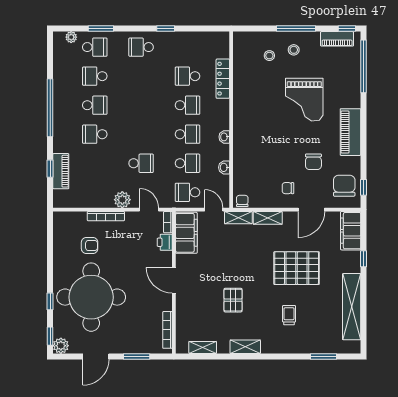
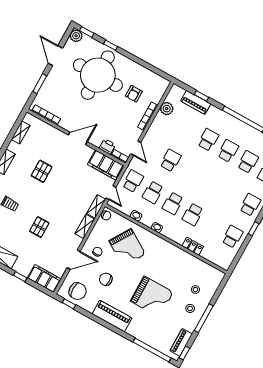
school desk: (187, 76) -> (232, 237), moved
locker: (223, 79) -> (193, 246), width x0.66
grand piano: (304, 100) -> (152, 297), turned 180
school desk: (95, 105) -> (228, 151), turned 180
grand piano: (265, 158) -> (127, 248), added
school desk: (141, 163) -> (171, 160), turned 180
plant: (122, 200) -> (167, 109), moved
door: (149, 210) -> (136, 148), hinge flipped
door: (214, 210) -> (111, 193), hinge flipped
door: (311, 210) -> (74, 260), swing flipped
pallet: (297, 268) -> (39, 227), width x0.49, depth x0.50
pallet: (233, 300) -> (42, 171), turned 90

